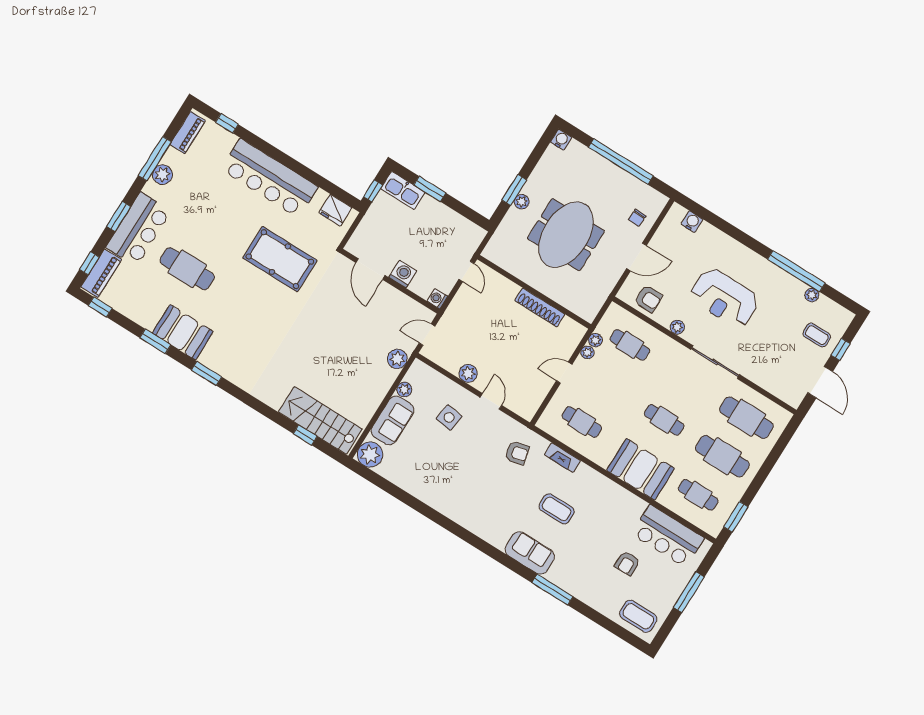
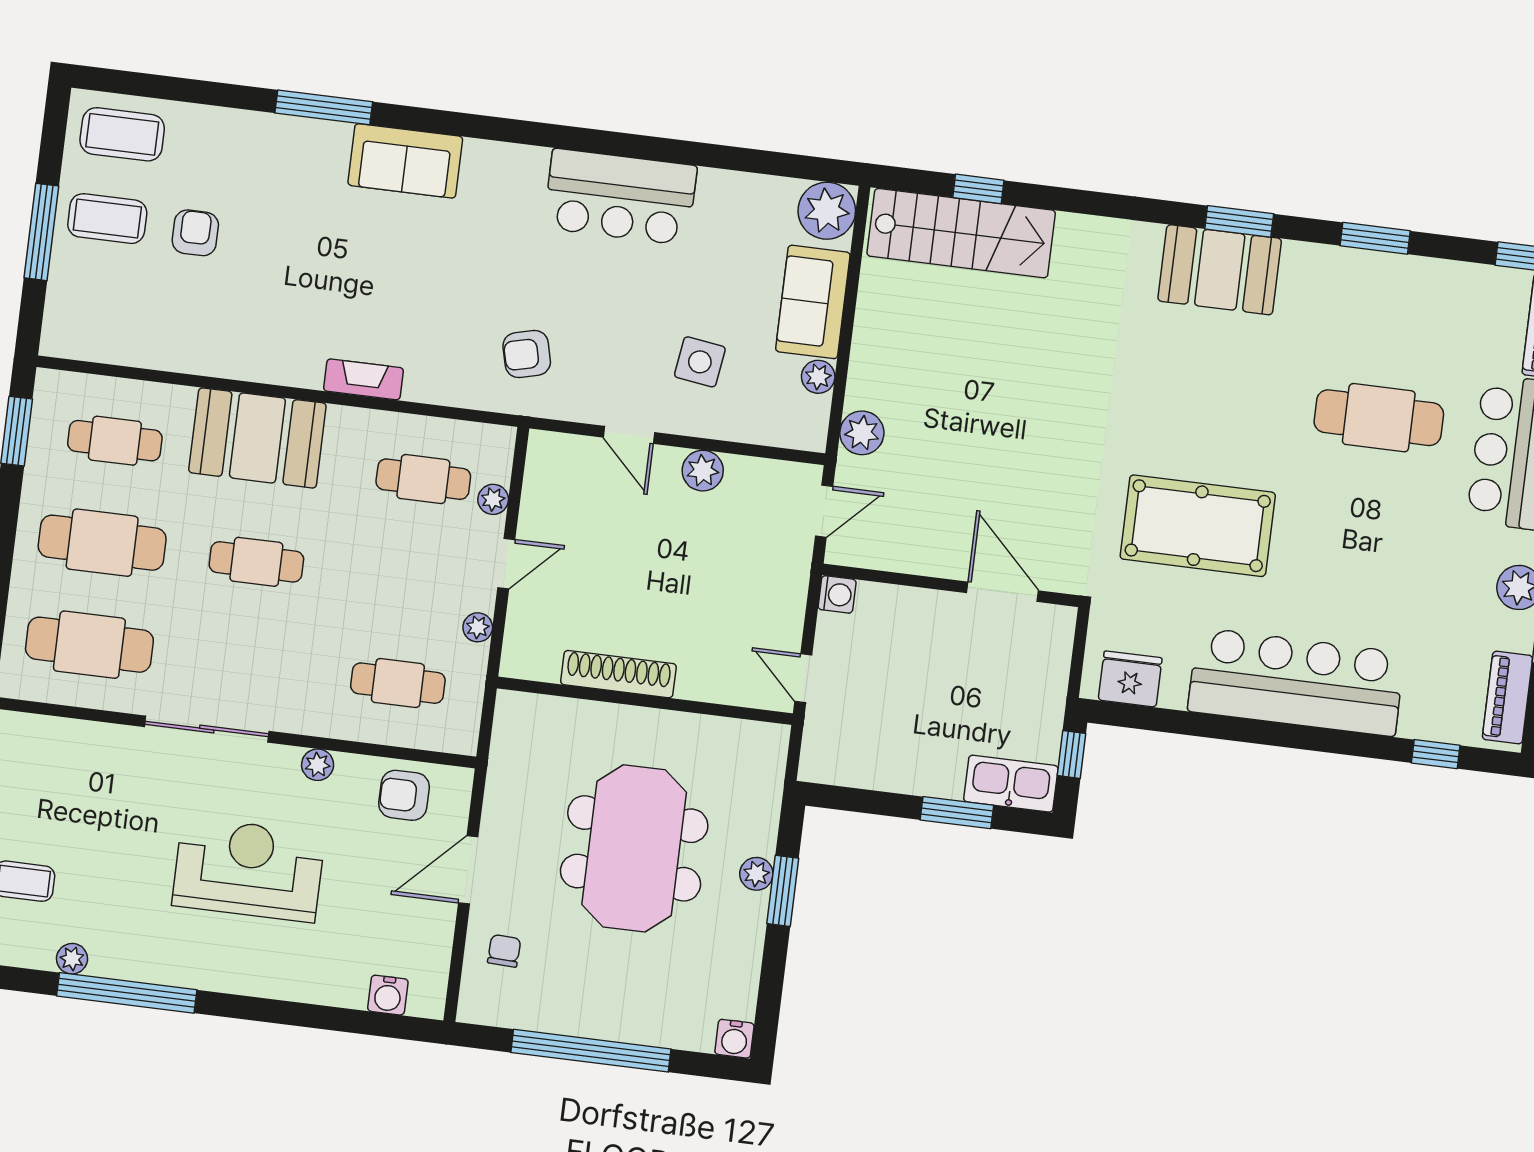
washing machine: (403, 274) -> (931, 612), removed
booth: (183, 332) -> (1220, 270), moved
plant: (595, 340) -> (493, 499), moved
fireplace: (562, 458) -> (363, 379), moved
coffee table: (557, 509) -> (107, 219), moved
bar counter: (668, 536) -> (620, 197), moved, turned 180

